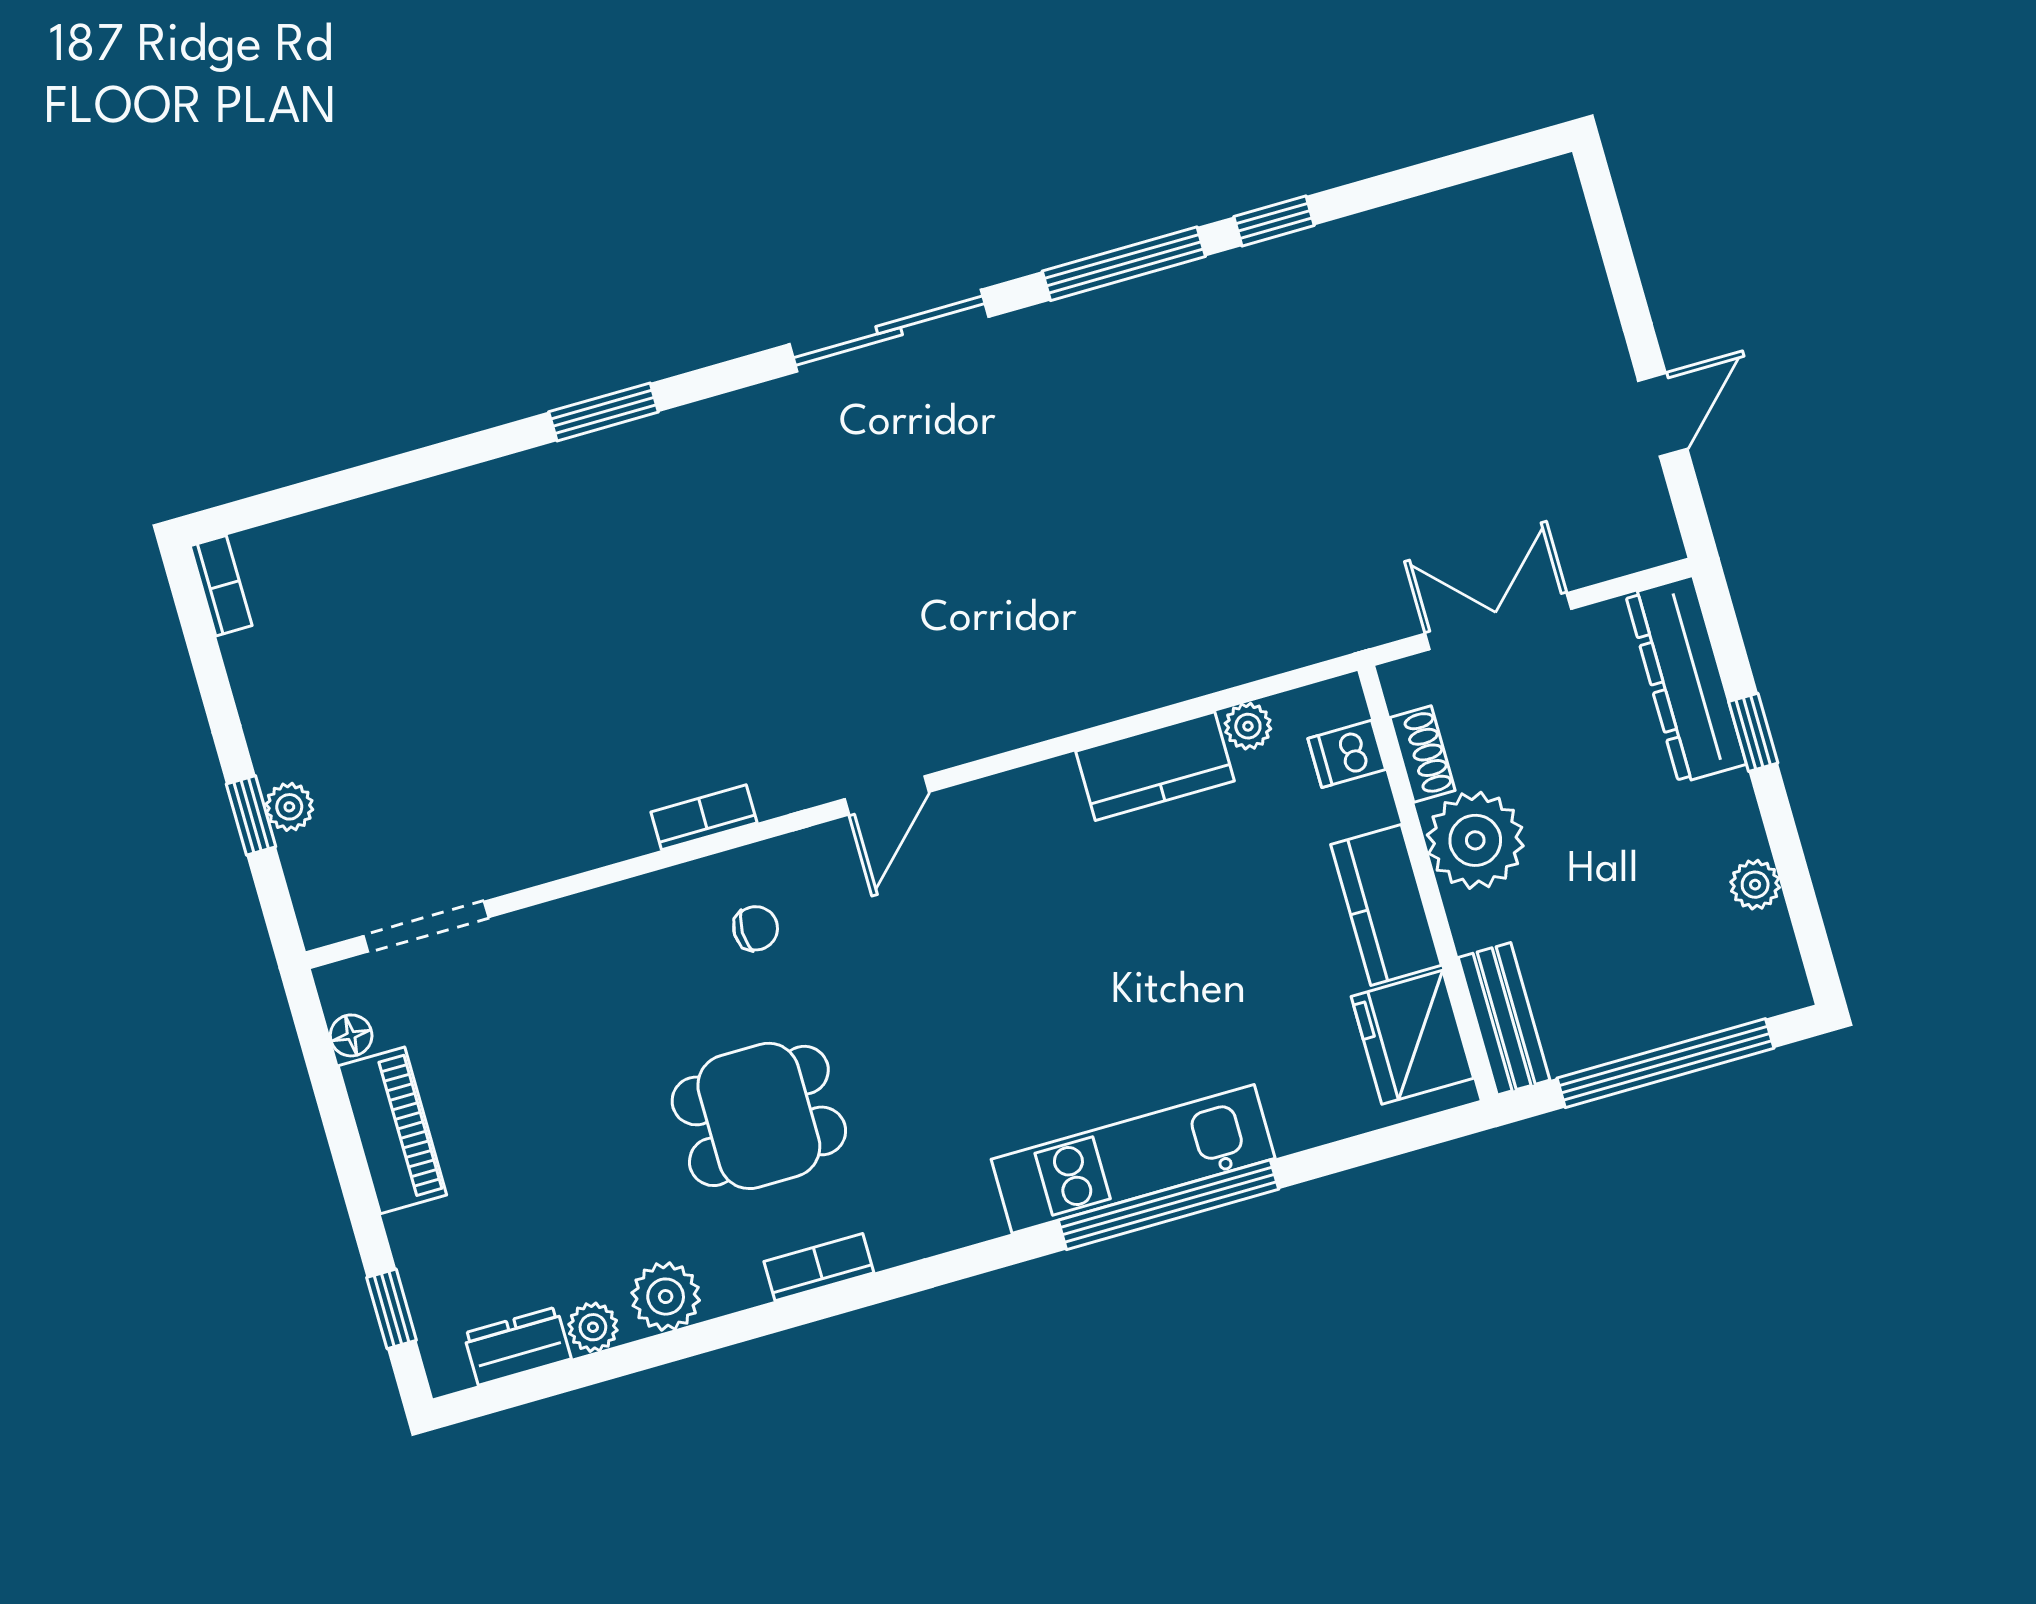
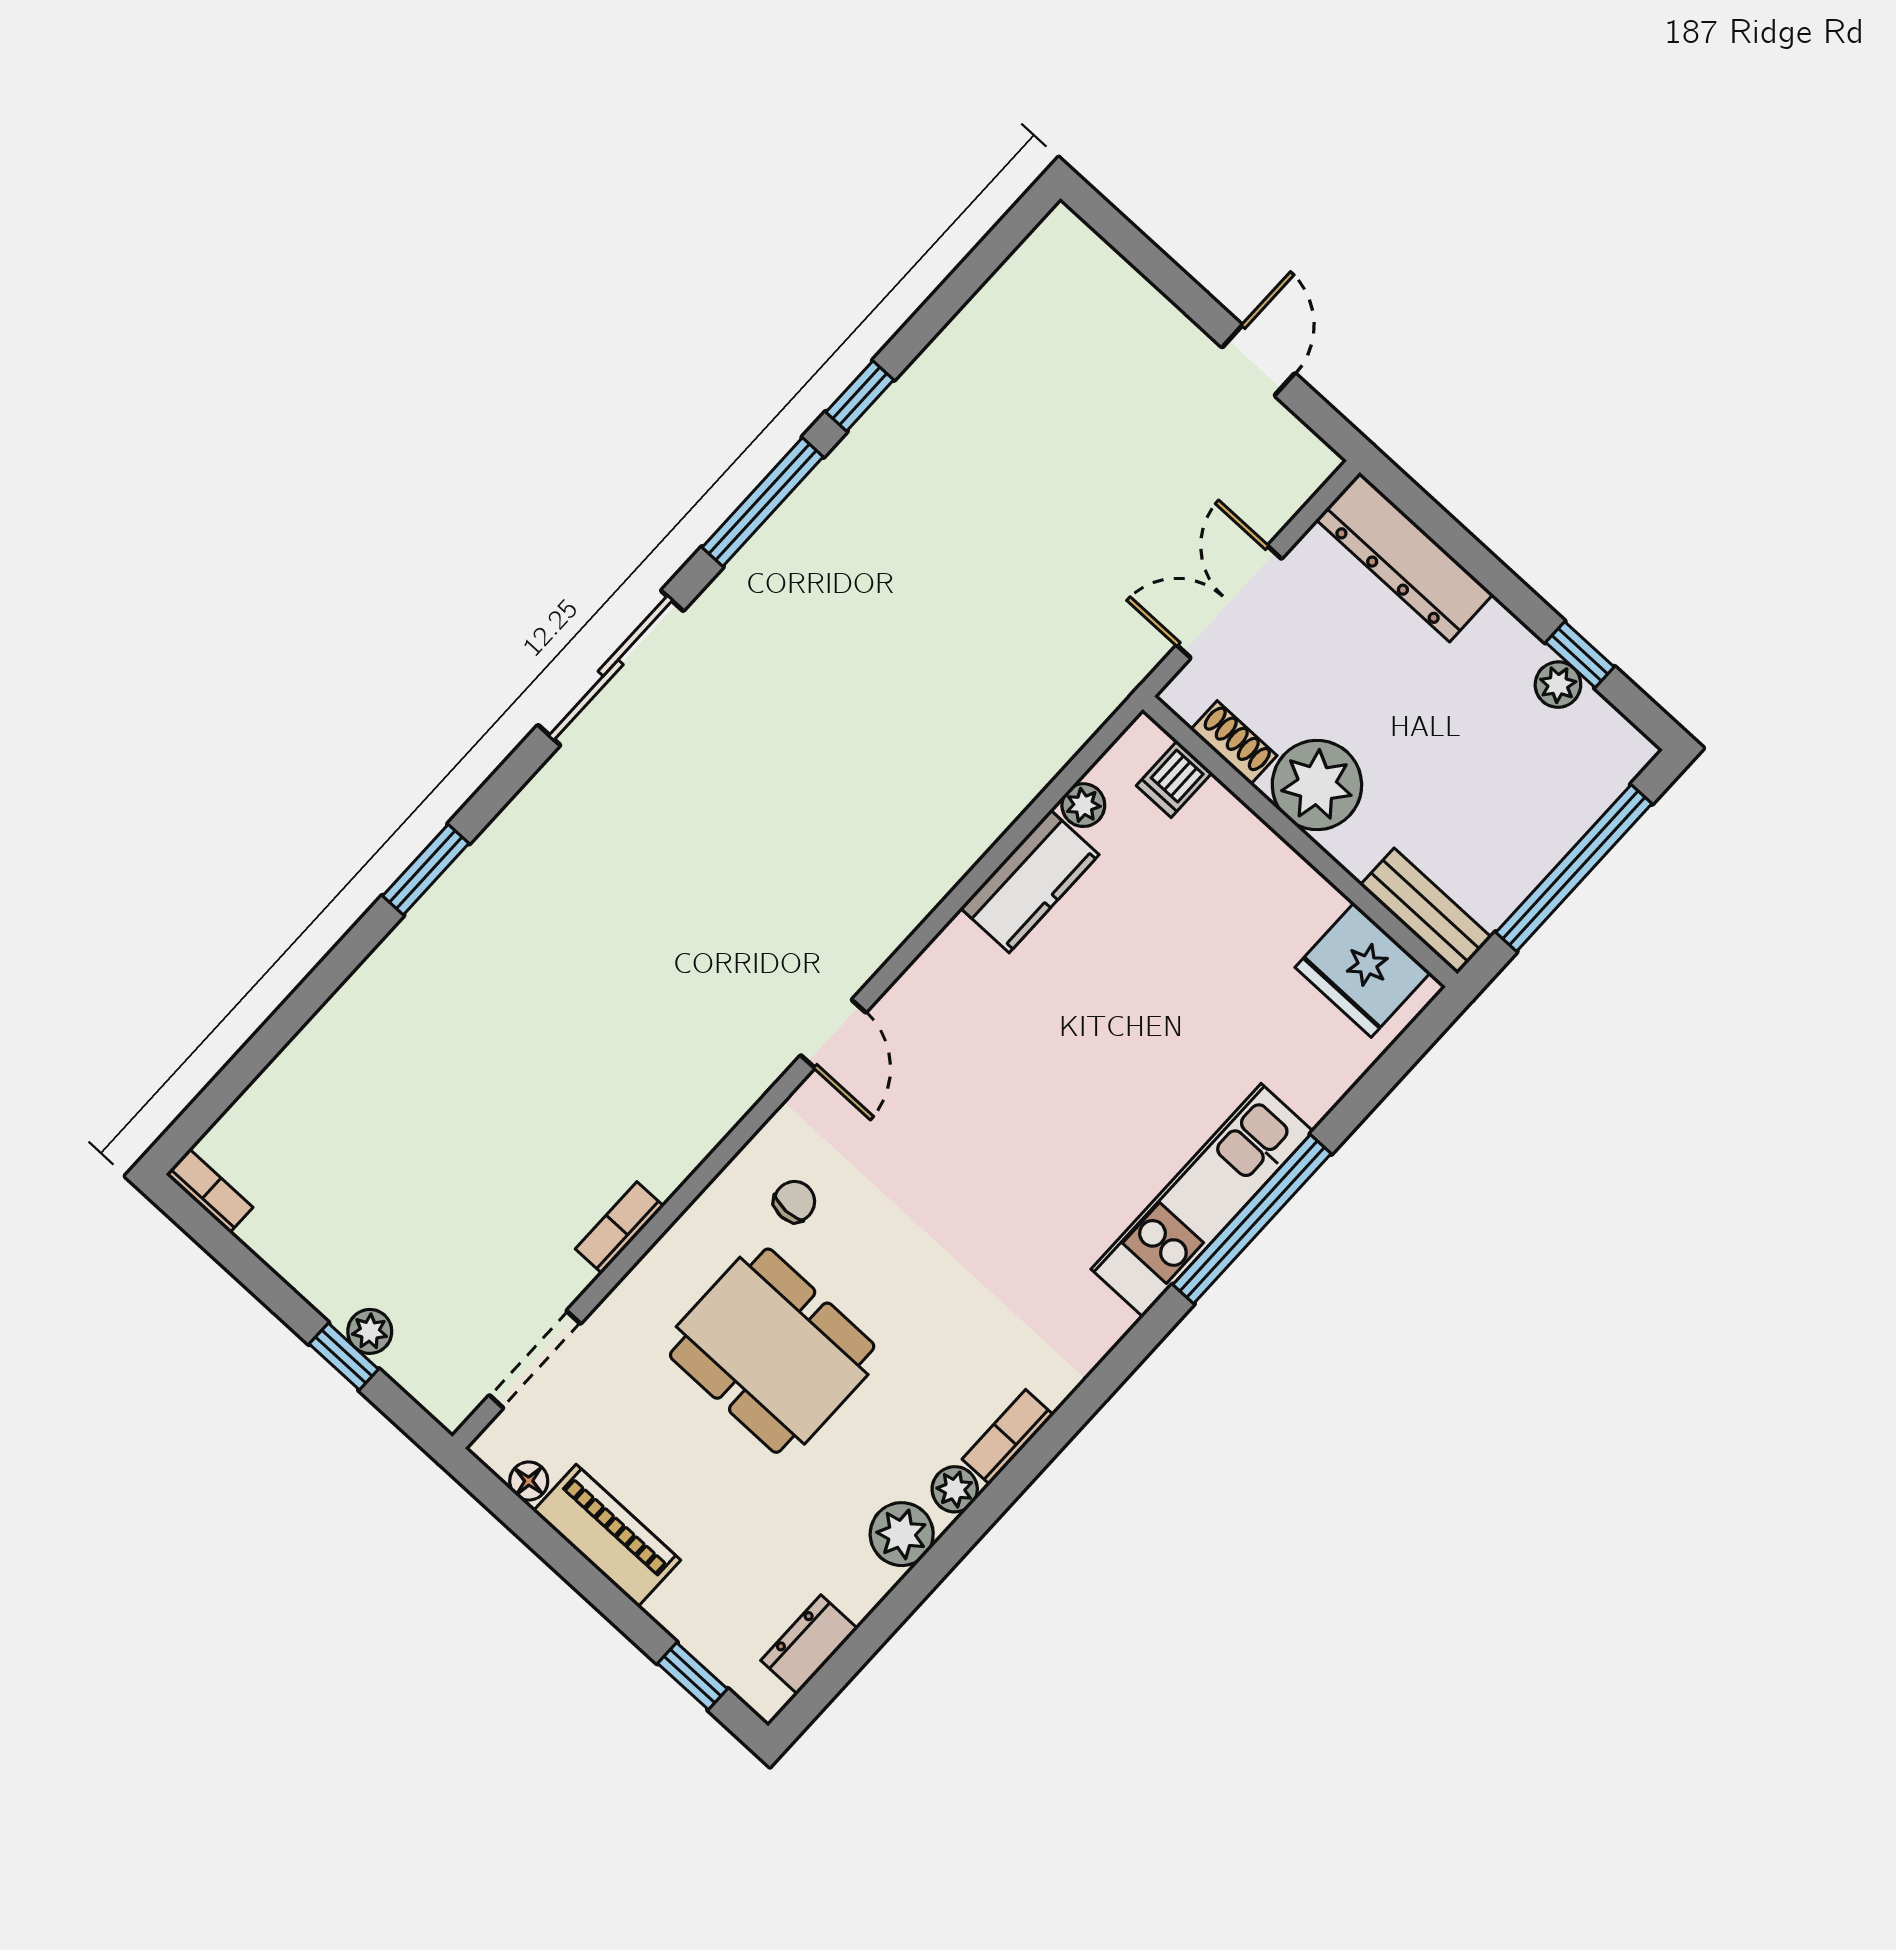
window: (1753, 732) -> (1580, 655), moved
bookcase: (704, 817) -> (619, 1228), moved
kitchen counter: (1386, 905) -> (1278, 879), removed
dining table: (759, 1116) -> (772, 1351), moved, width x1.38
plant: (593, 1327) -> (955, 1489), moved

